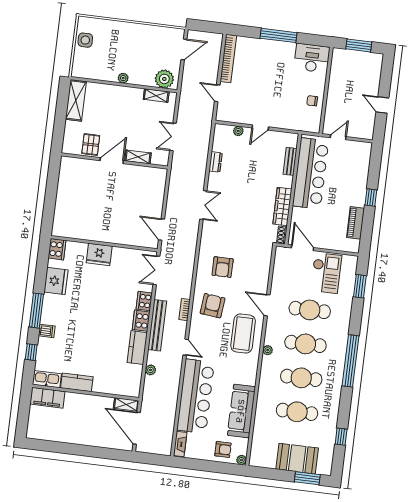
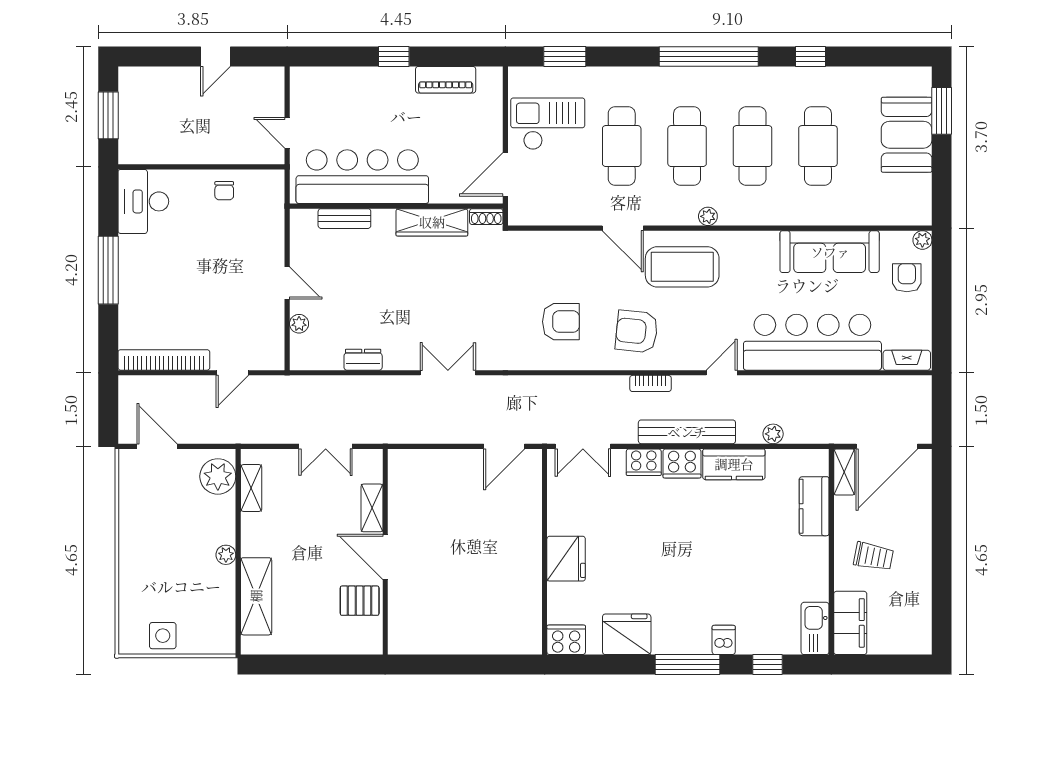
shelving: (76, 100) -> (256, 596), moved, turned 90
door: (267, 305) -> (623, 228), hinge flipped
kitchen counter: (77, 382) -> (814, 506), moved
trolley: (80, 414) -> (873, 556), added
window: (341, 437) -> (811, 57), moved

